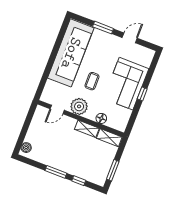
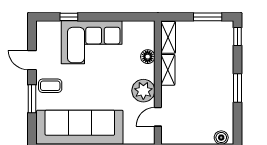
coffee table: (92, 81) -> (50, 86), moved
window: (142, 94) -> (69, 17), moved
door: (57, 109) -> (158, 117), swing flipped
window: (79, 181) -> (237, 36), moved

